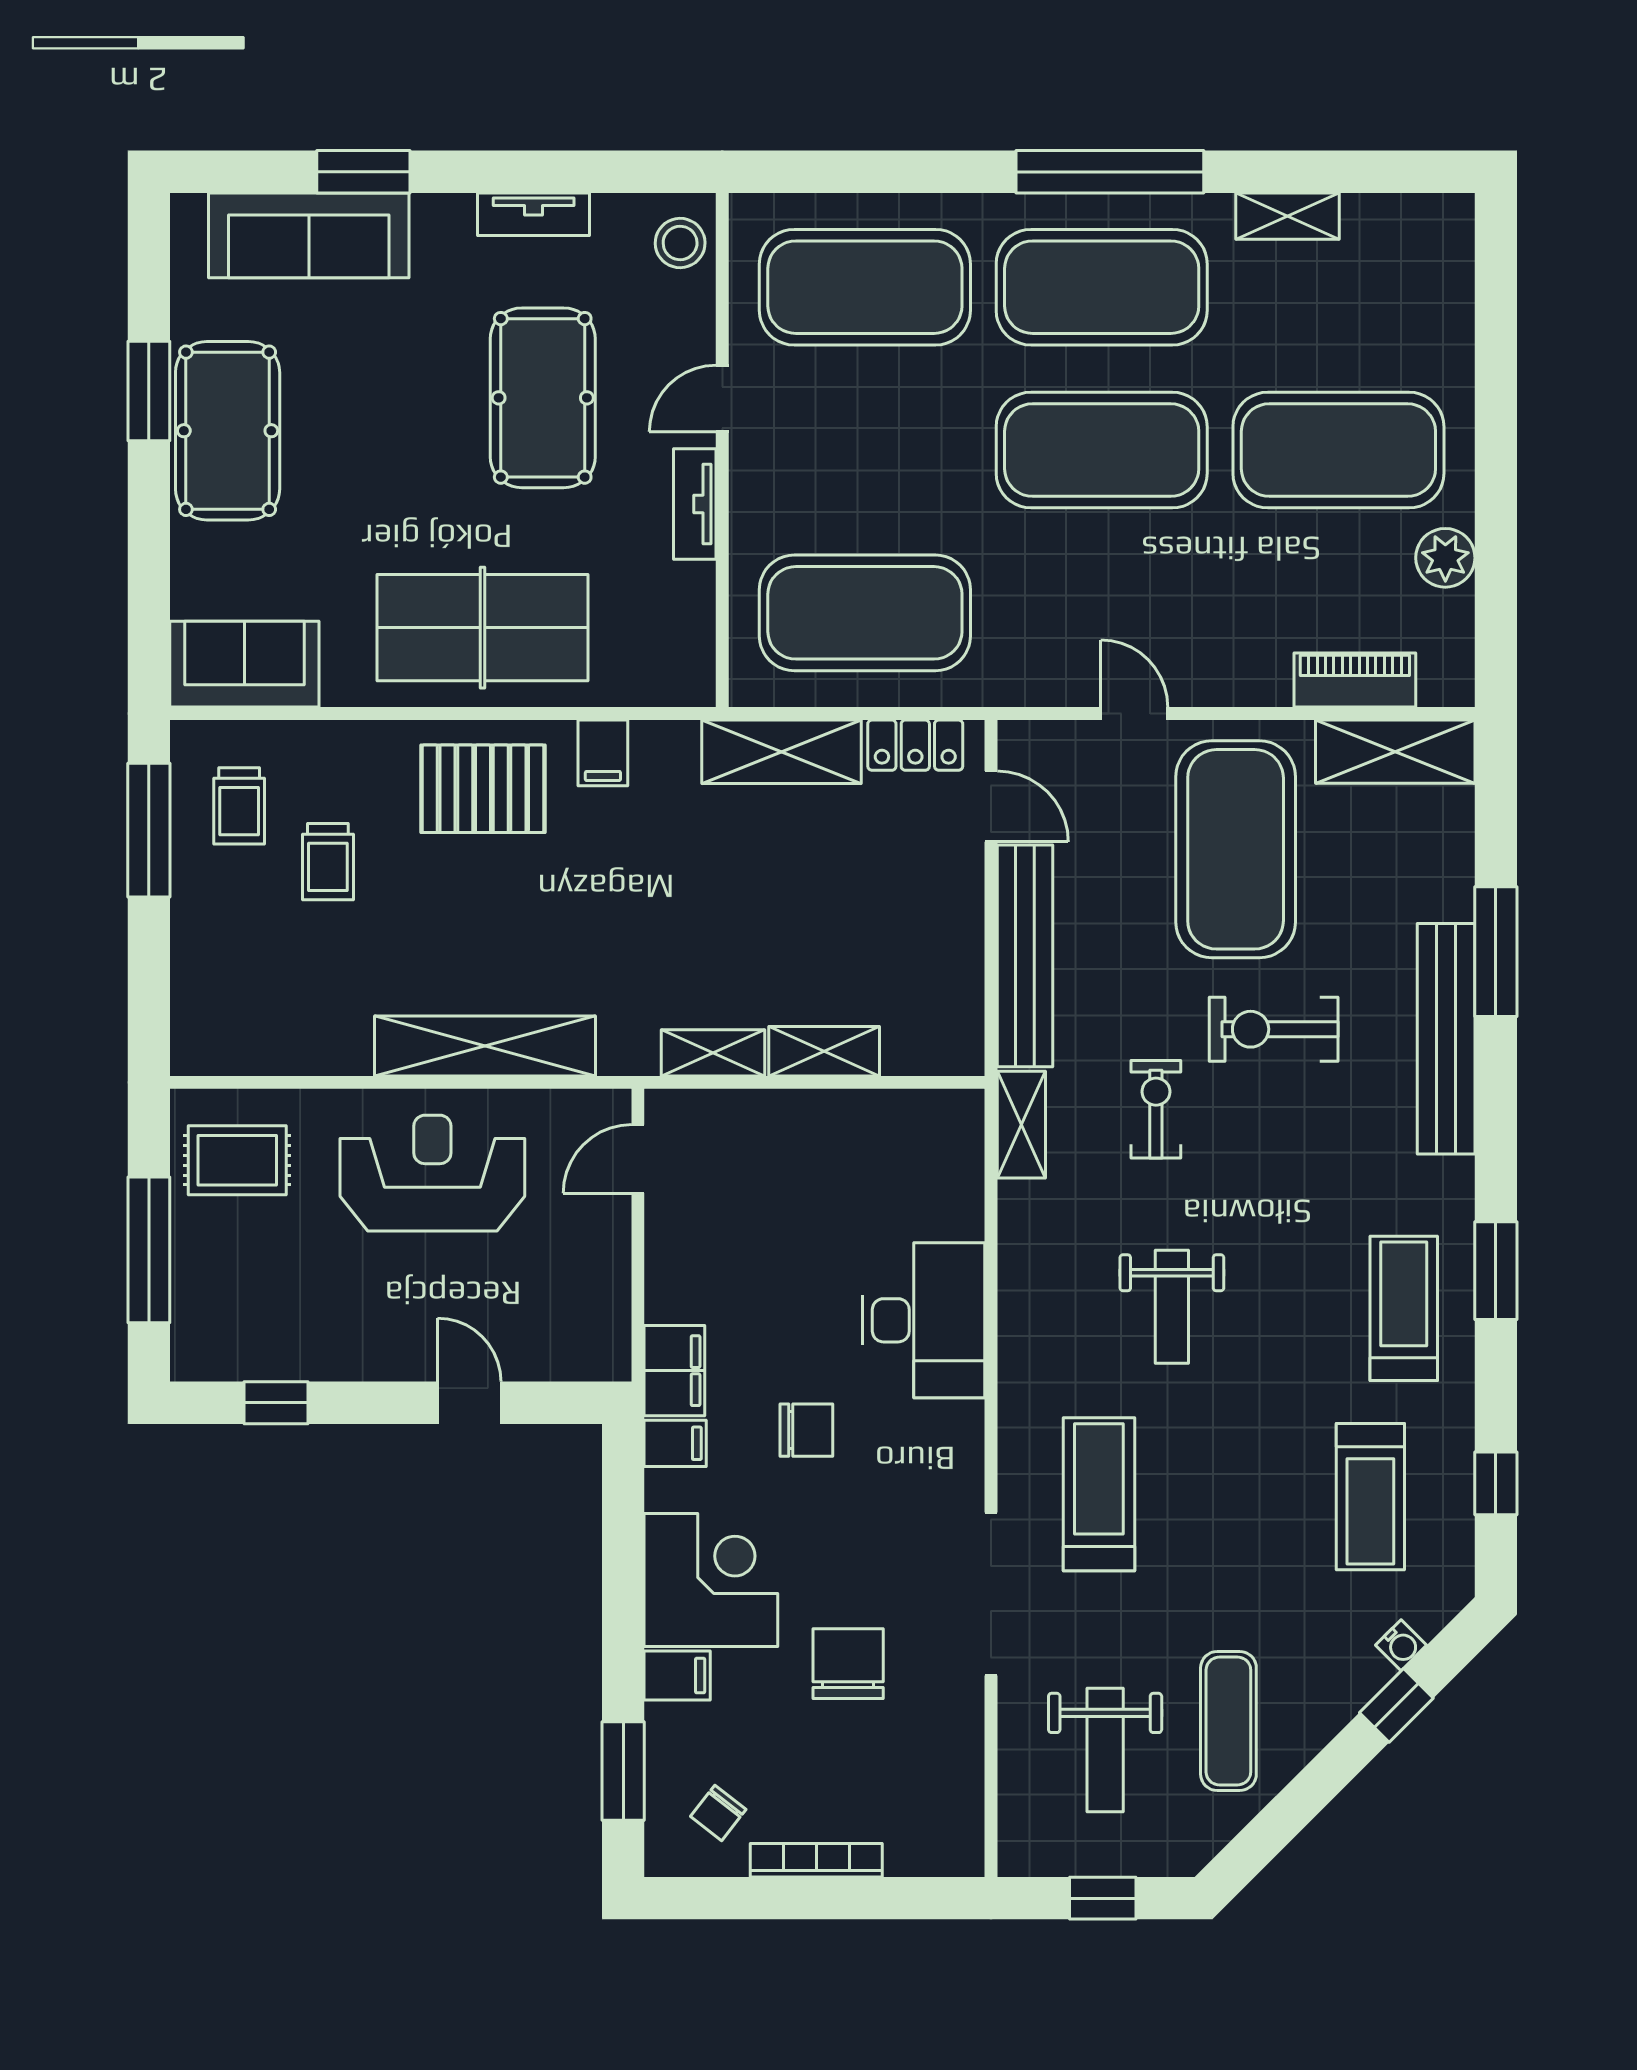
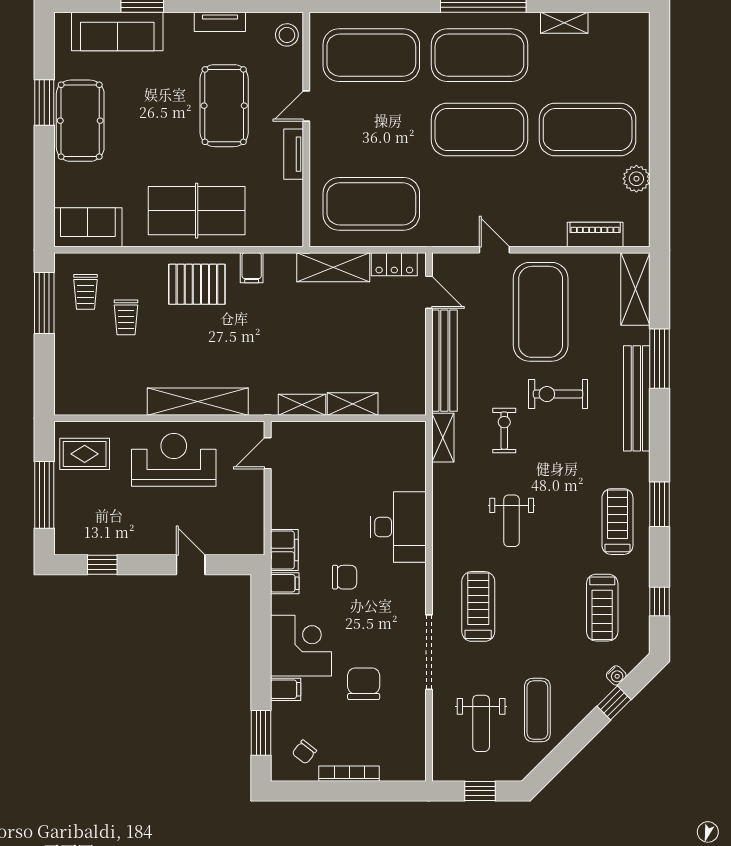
shelving: (1395, 752) -> (635, 289), moved, turned 90

